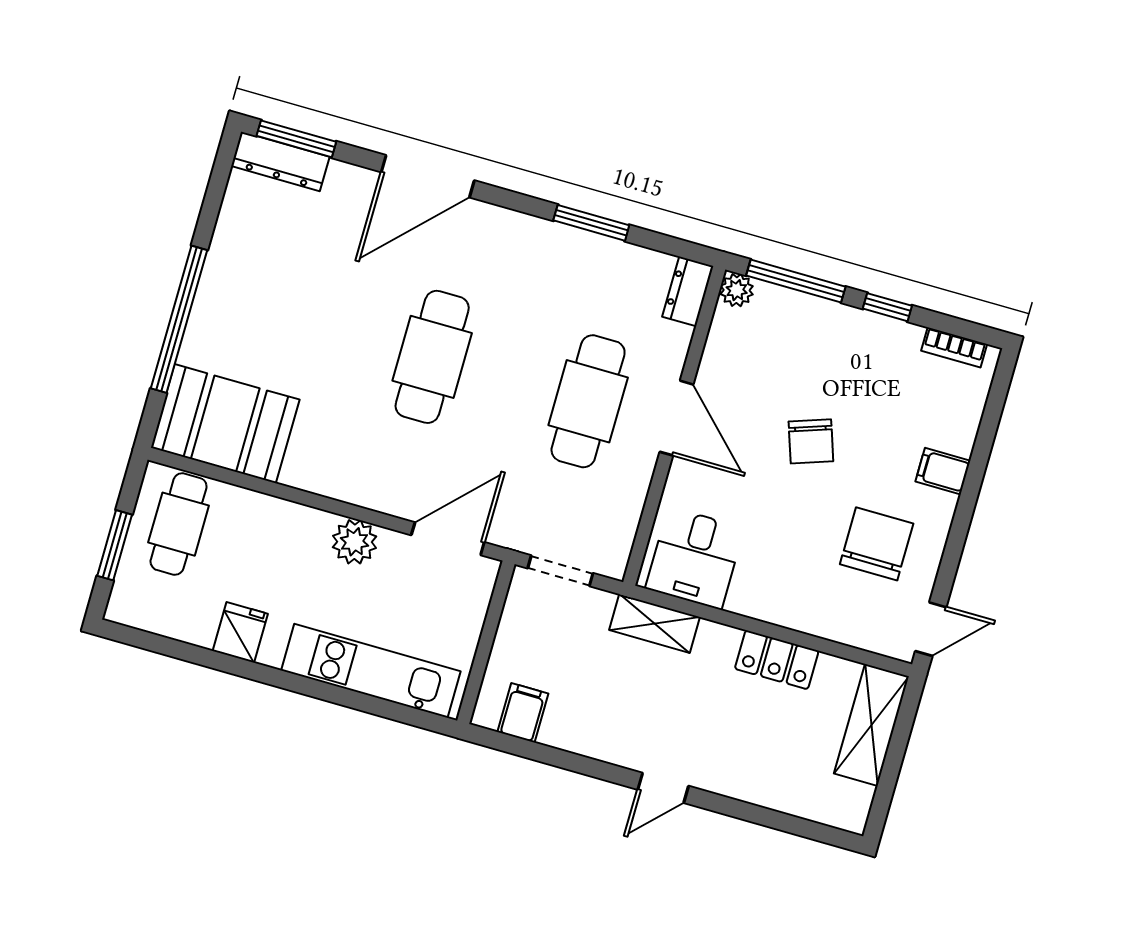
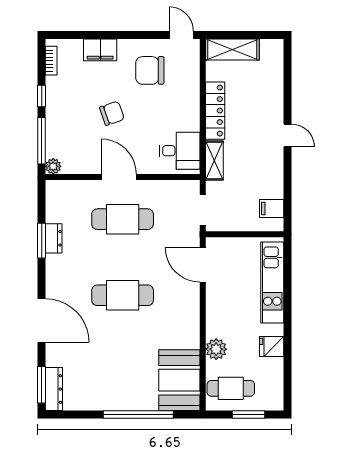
dresser: (688, 291) -> (54, 238), moved, turned -90
door: (676, 418) -> (119, 177), hinge flipped
filing cabinet: (943, 471) -> (100, 50), width x2.00
plant: (355, 542) -> (216, 349), moved
locker: (777, 660) -> (215, 111), width x1.53

